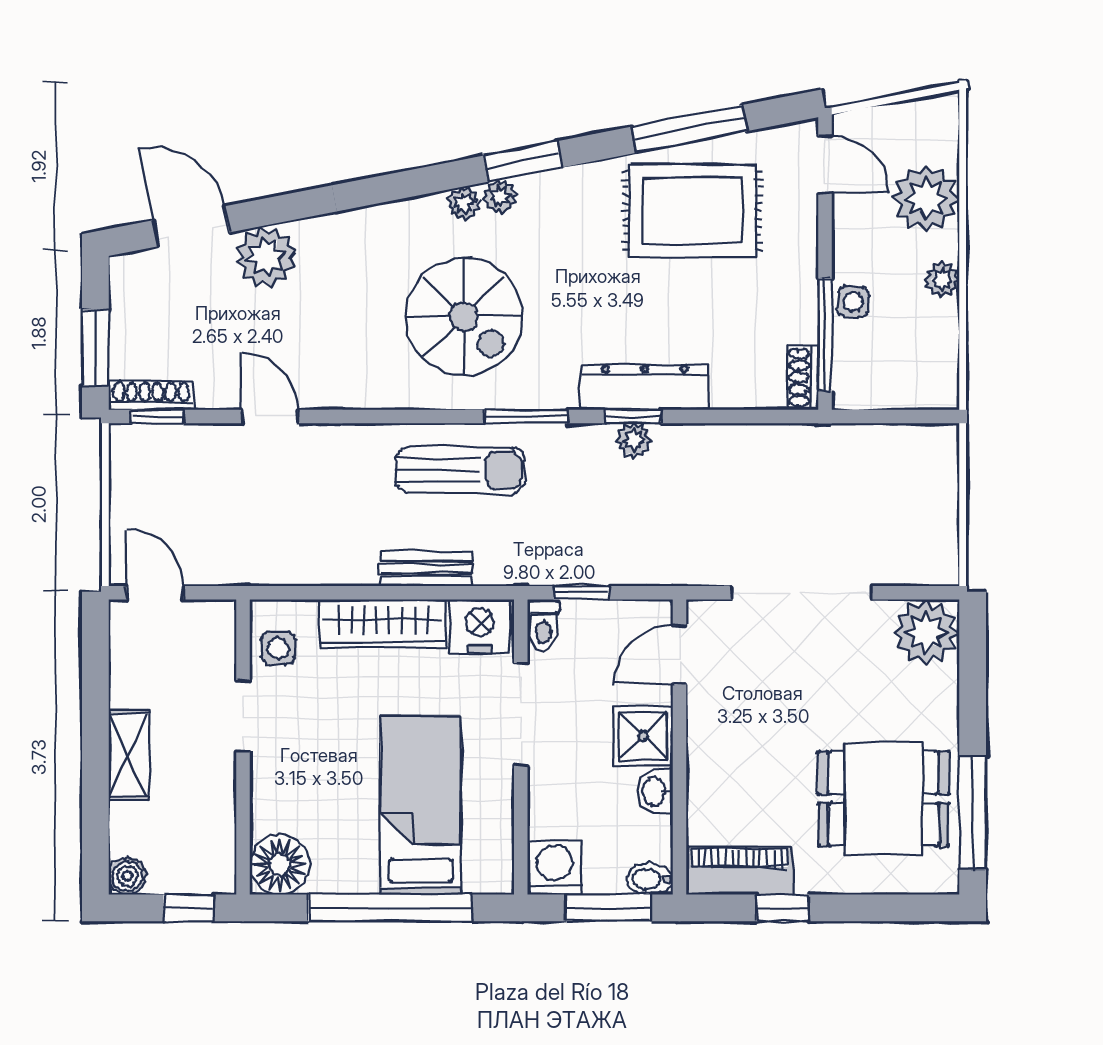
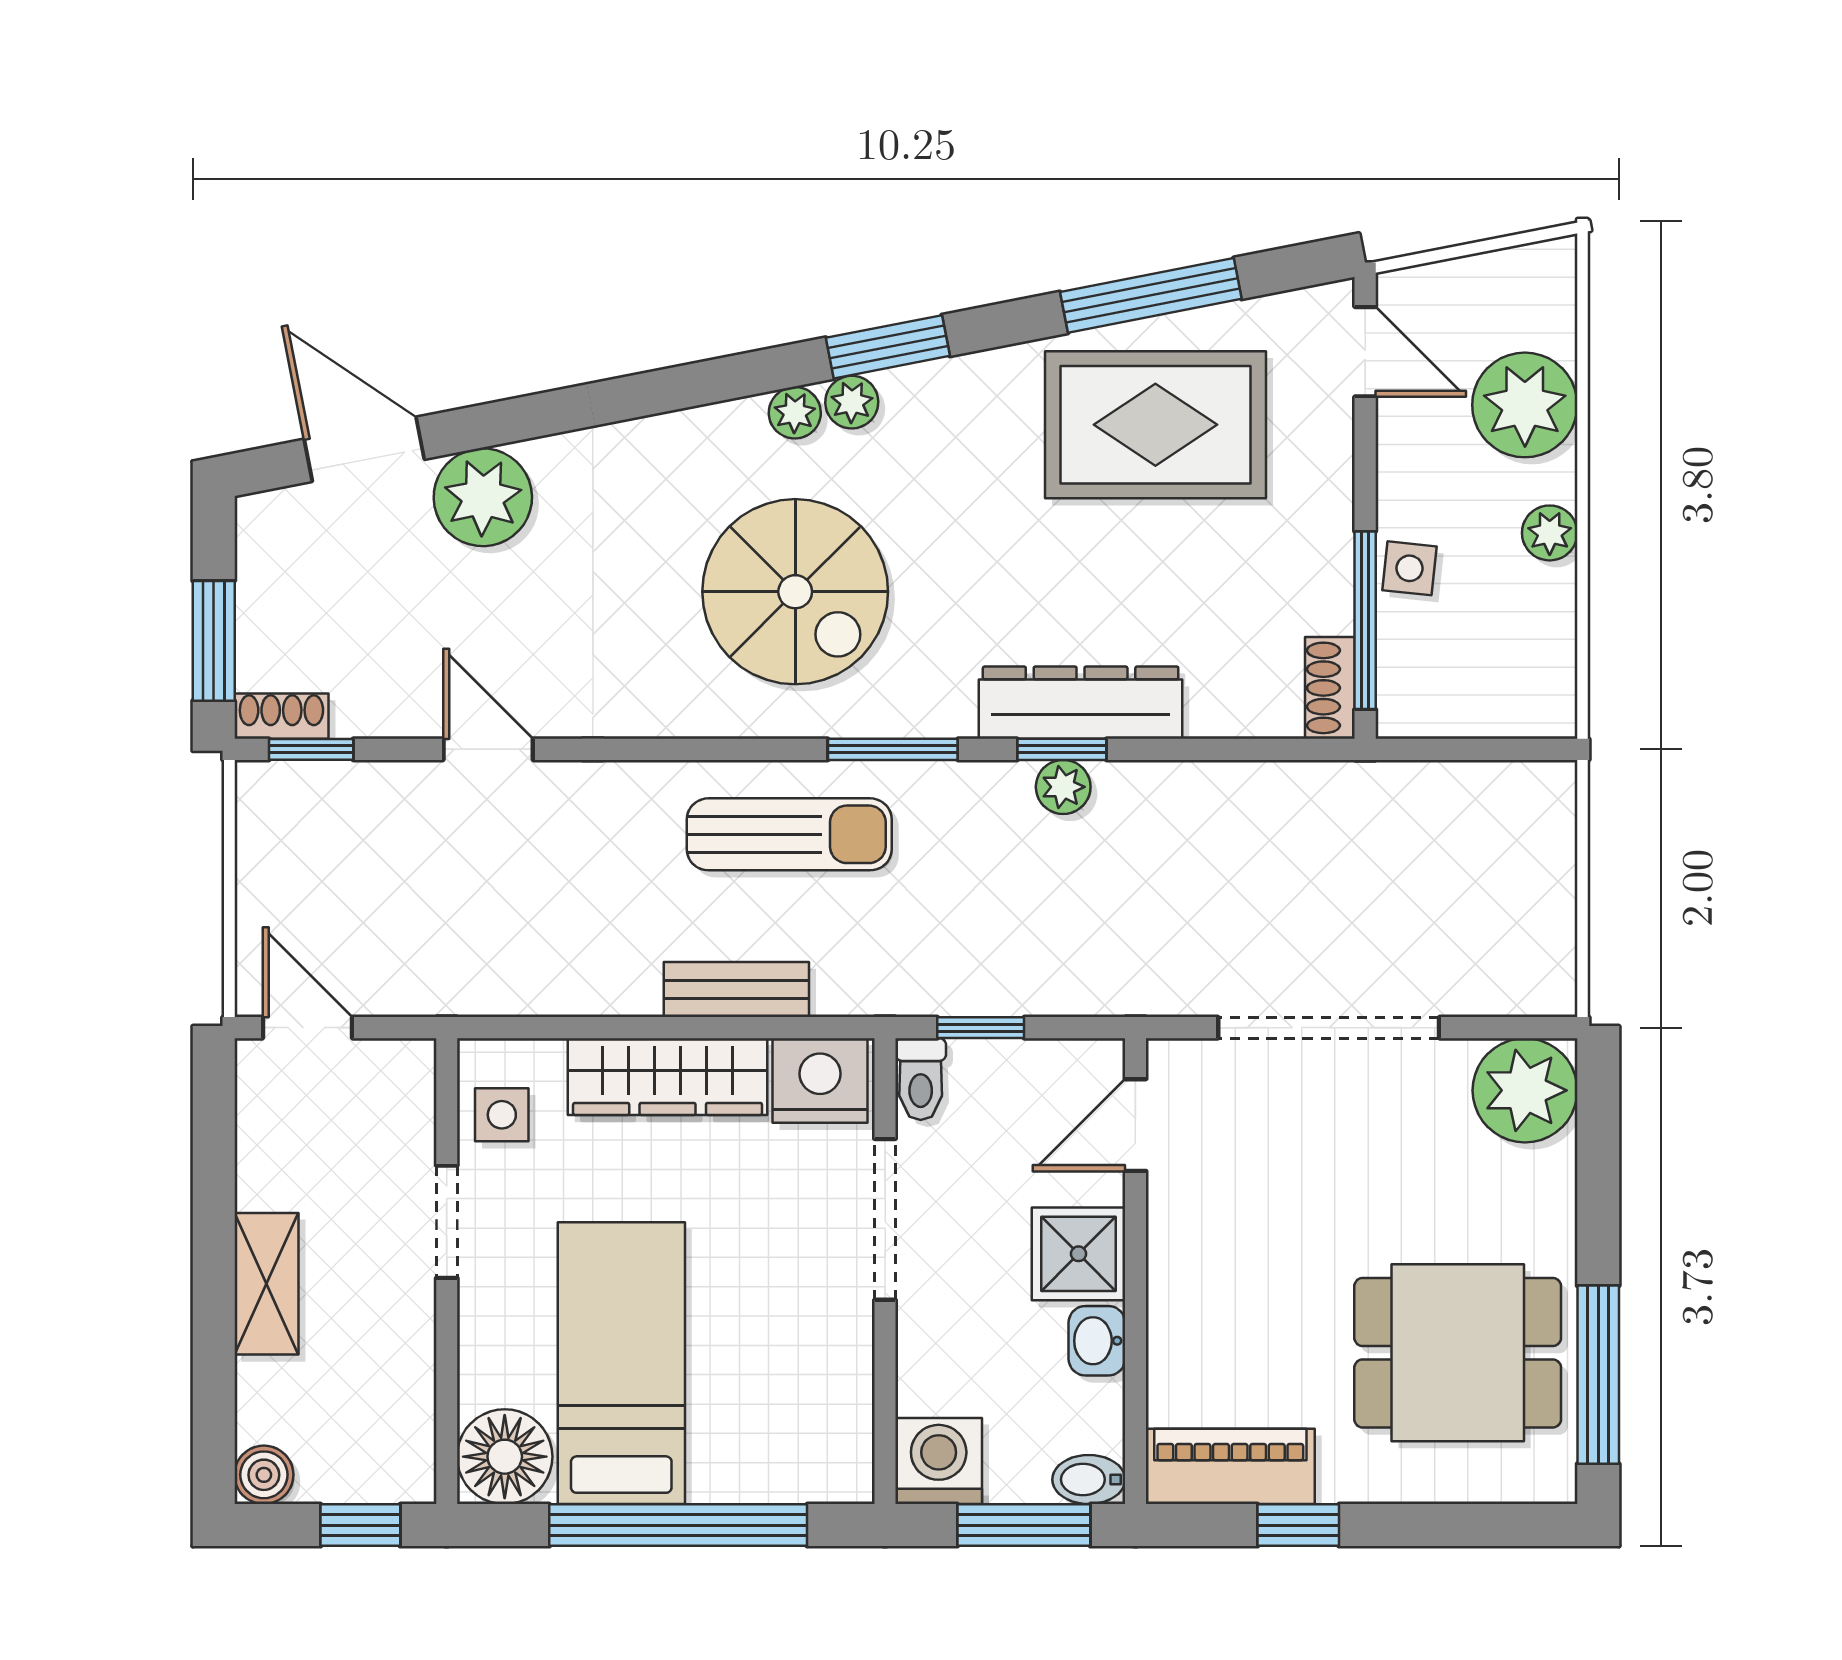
shoe rack: (151, 395) -> (281, 716), width x0.70
bed: (421, 805) -> (621, 1363), moved

